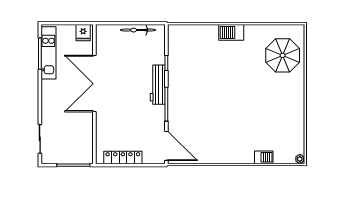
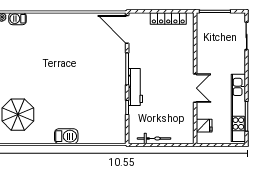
fridge: (83, 33) -> (204, 126), moved, turned 90
kitchen unit: (48, 53) -> (238, 108), width x1.36
double door: (94, 84) -> (195, 88), width x0.54
barbecue: (264, 157) -> (18, 19), moved

